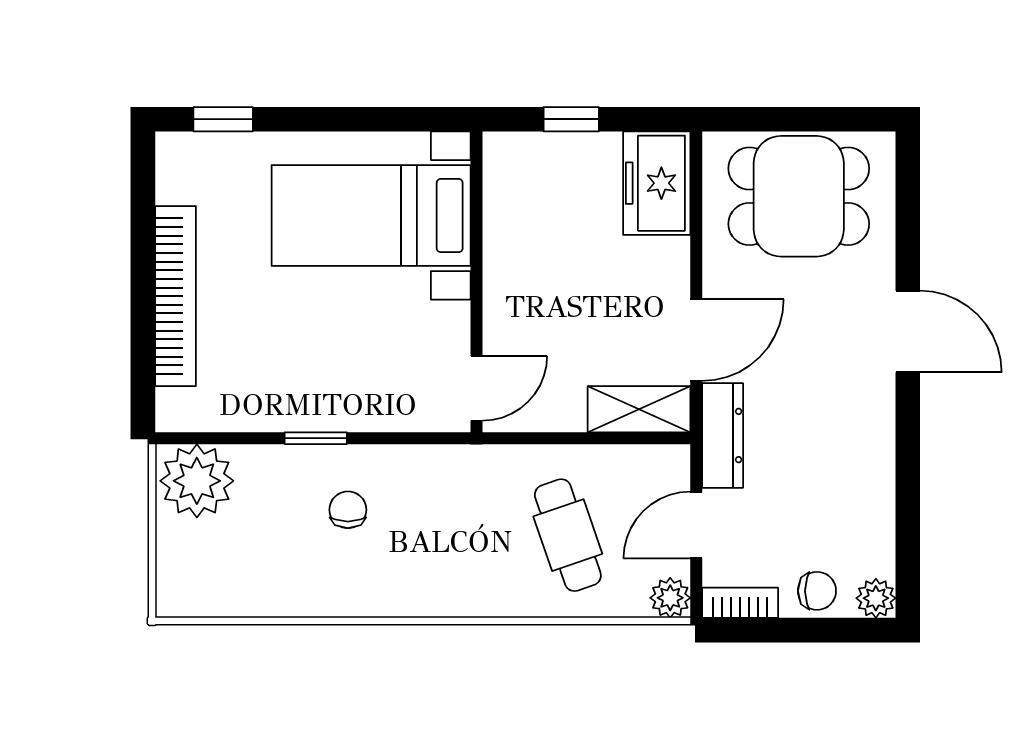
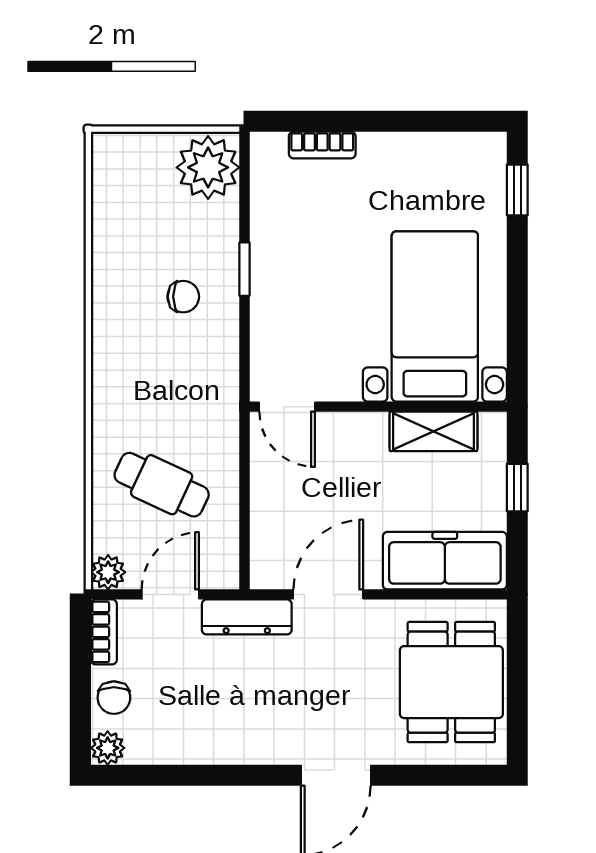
freezer: (657, 183) -> (445, 561), width x1.40
bookcase: (175, 296) -> (322, 145), width x0.43, depth x0.76
door: (696, 340) -> (328, 594), swing flipped
shelving: (639, 409) -> (433, 431), moved, turned 90
door: (696, 525) -> (170, 594), hinge flipped
cafe table: (568, 535) -> (162, 485), turned 44

